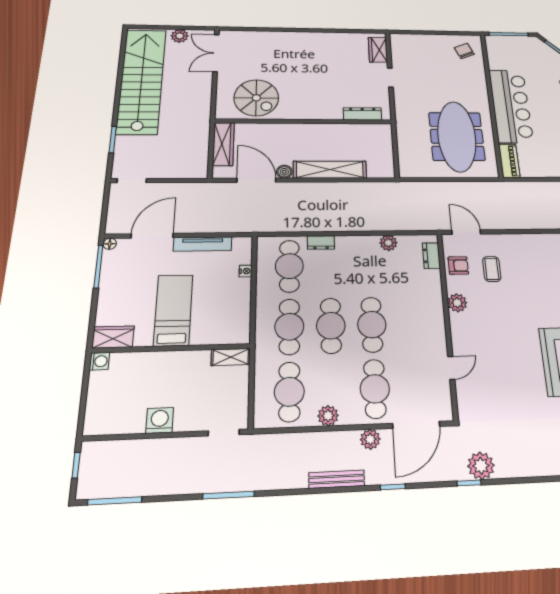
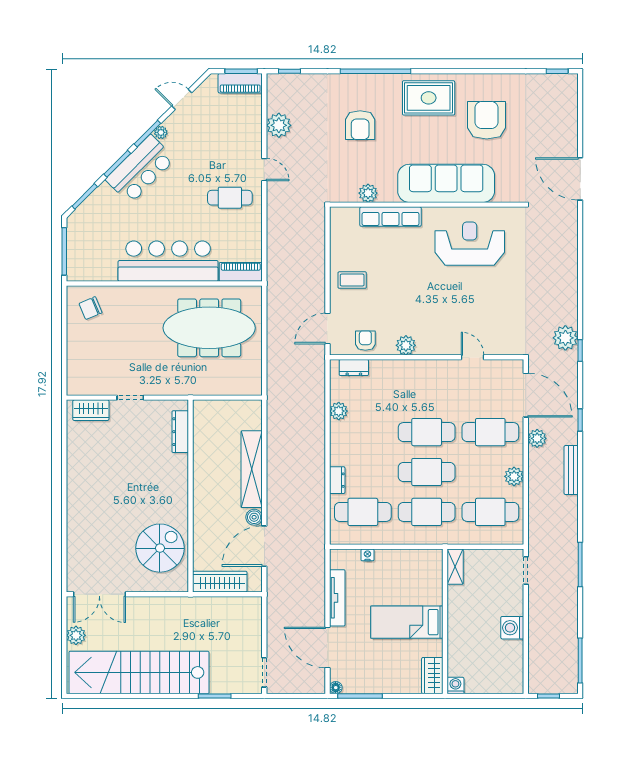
coffee table: (492, 269) -> (352, 280), moved

